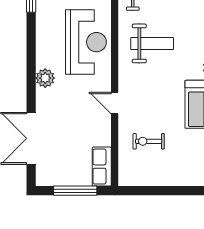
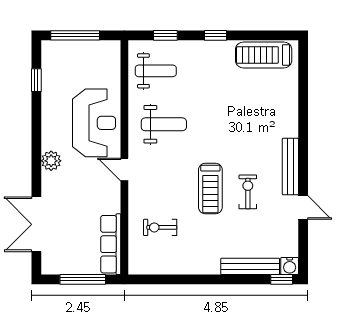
door: (115, 103) -> (124, 169), moved
row of seats: (102, 167) -> (111, 244), width x1.48

